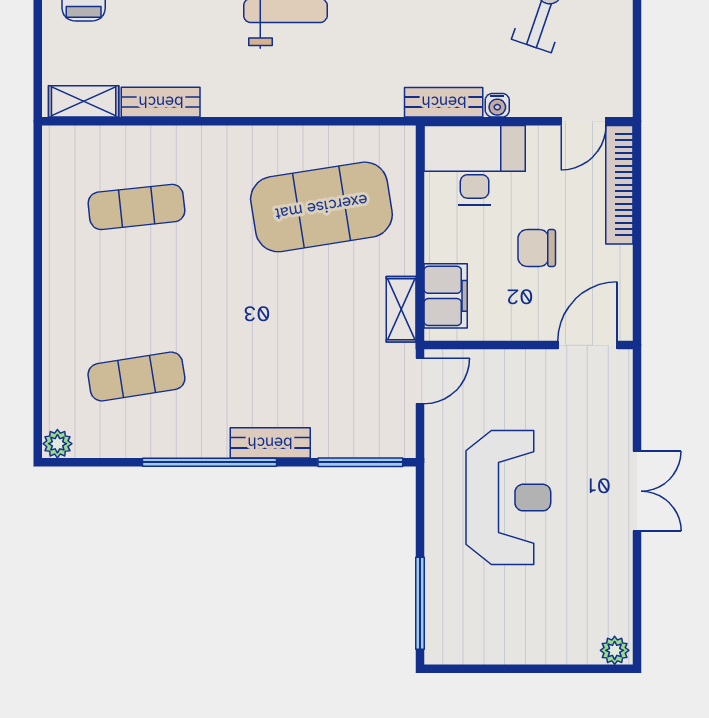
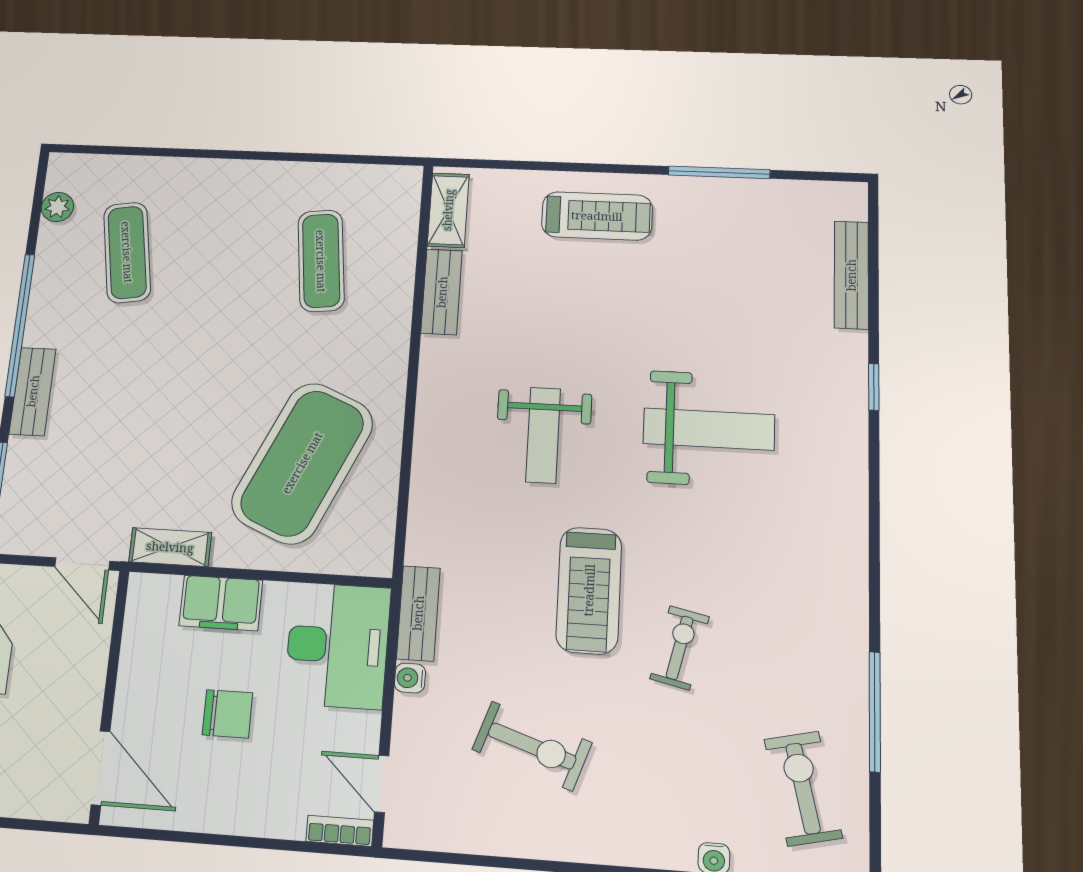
bookcase: (619, 185) -> (340, 831), width x0.43, depth x0.76
exercise mat: (321, 207) -> (302, 463), turned 33
chair: (537, 248) -> (227, 714), turned 90
filing cabinet: (446, 296) -> (221, 603), moved
plant: (57, 444) -> (57, 207), moved

